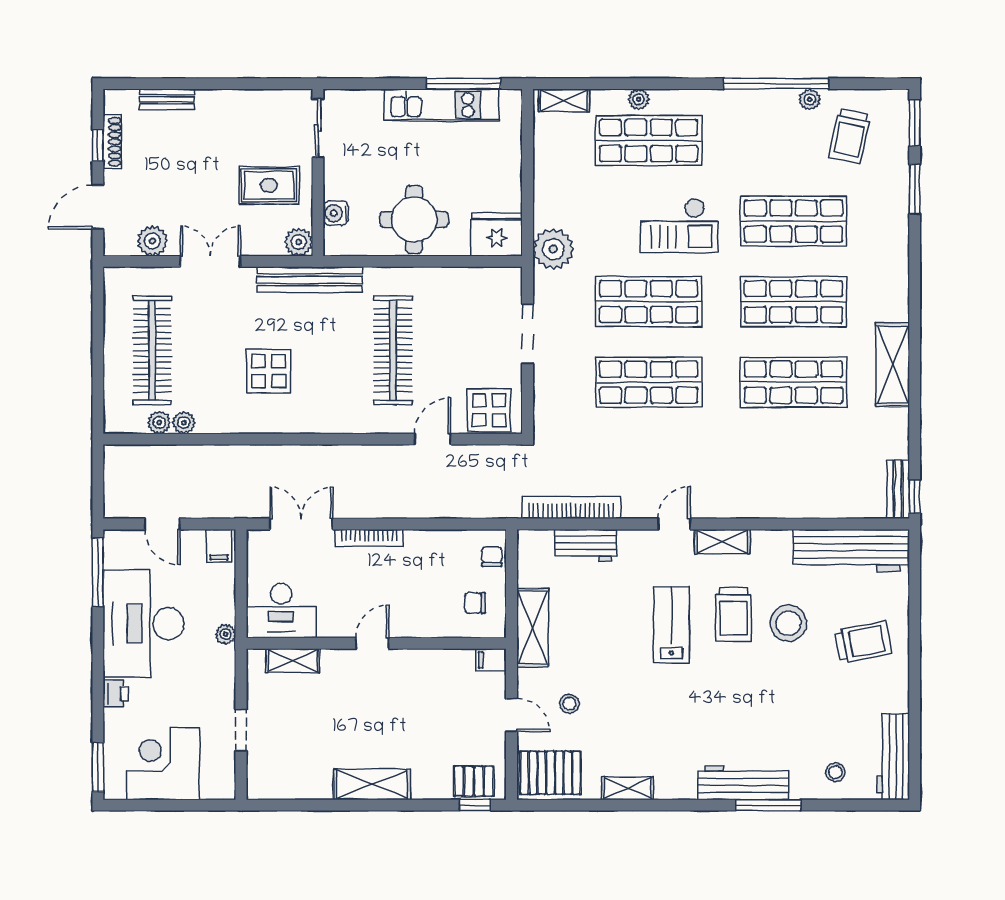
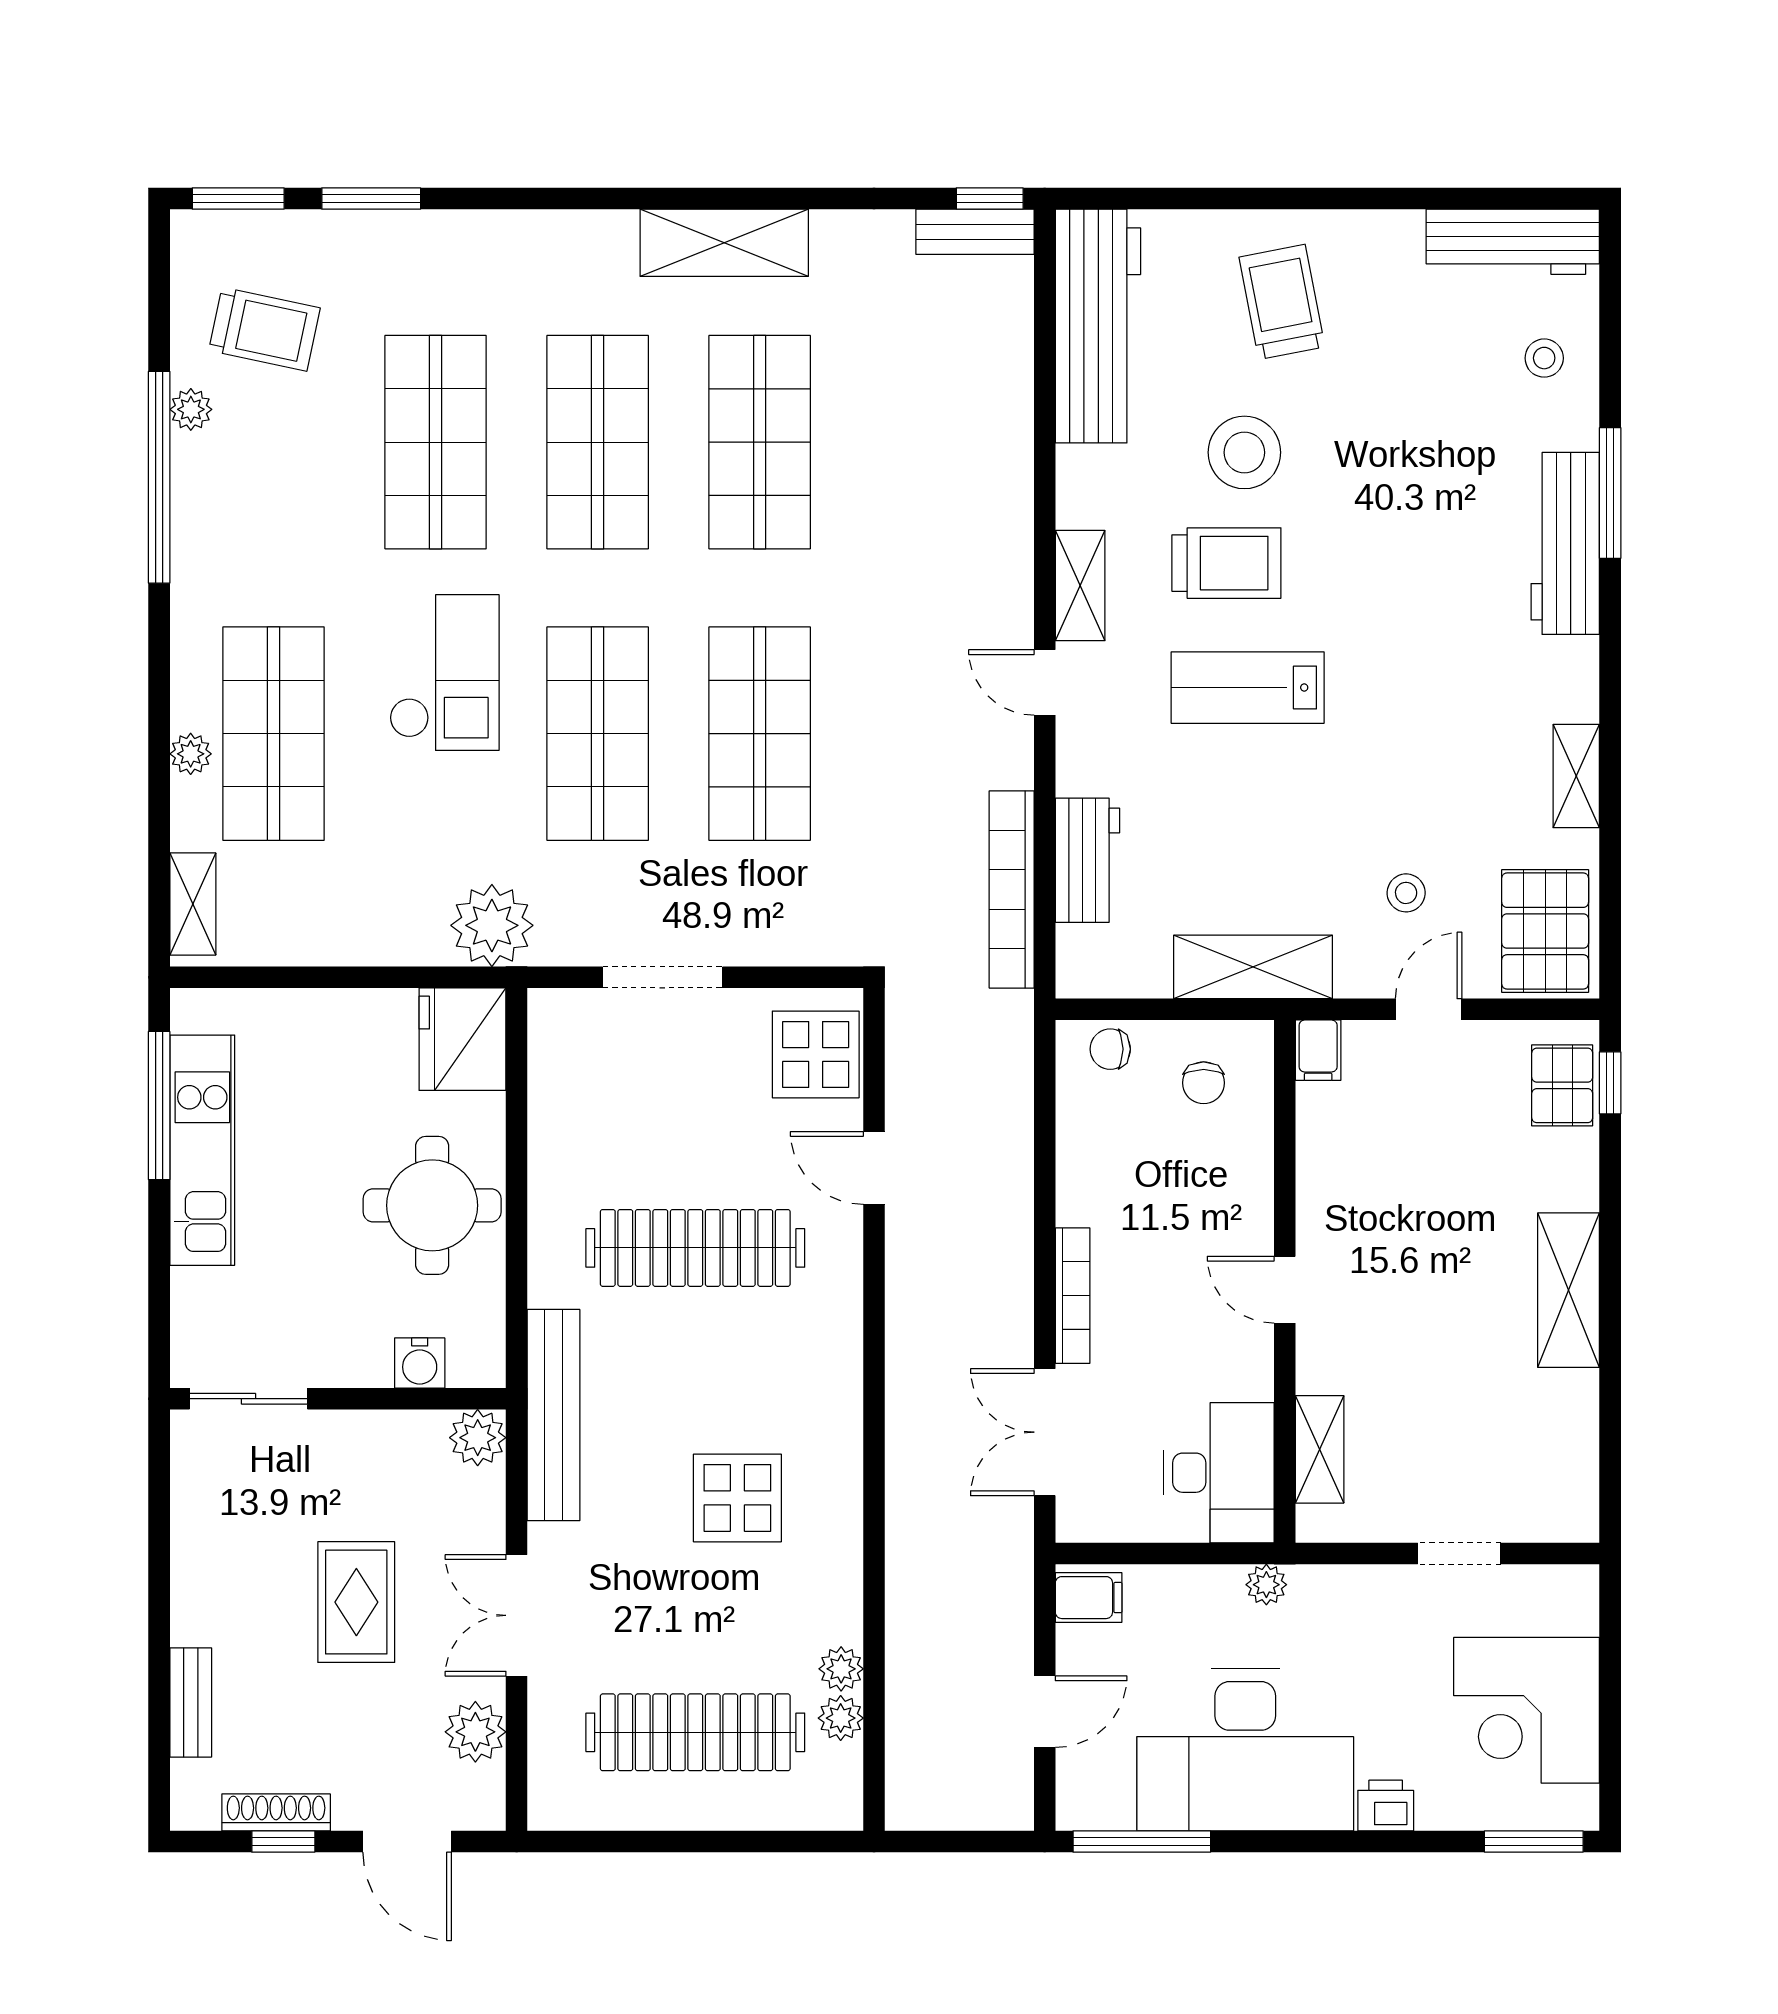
rug: (269, 185) -> (356, 1602), moved

